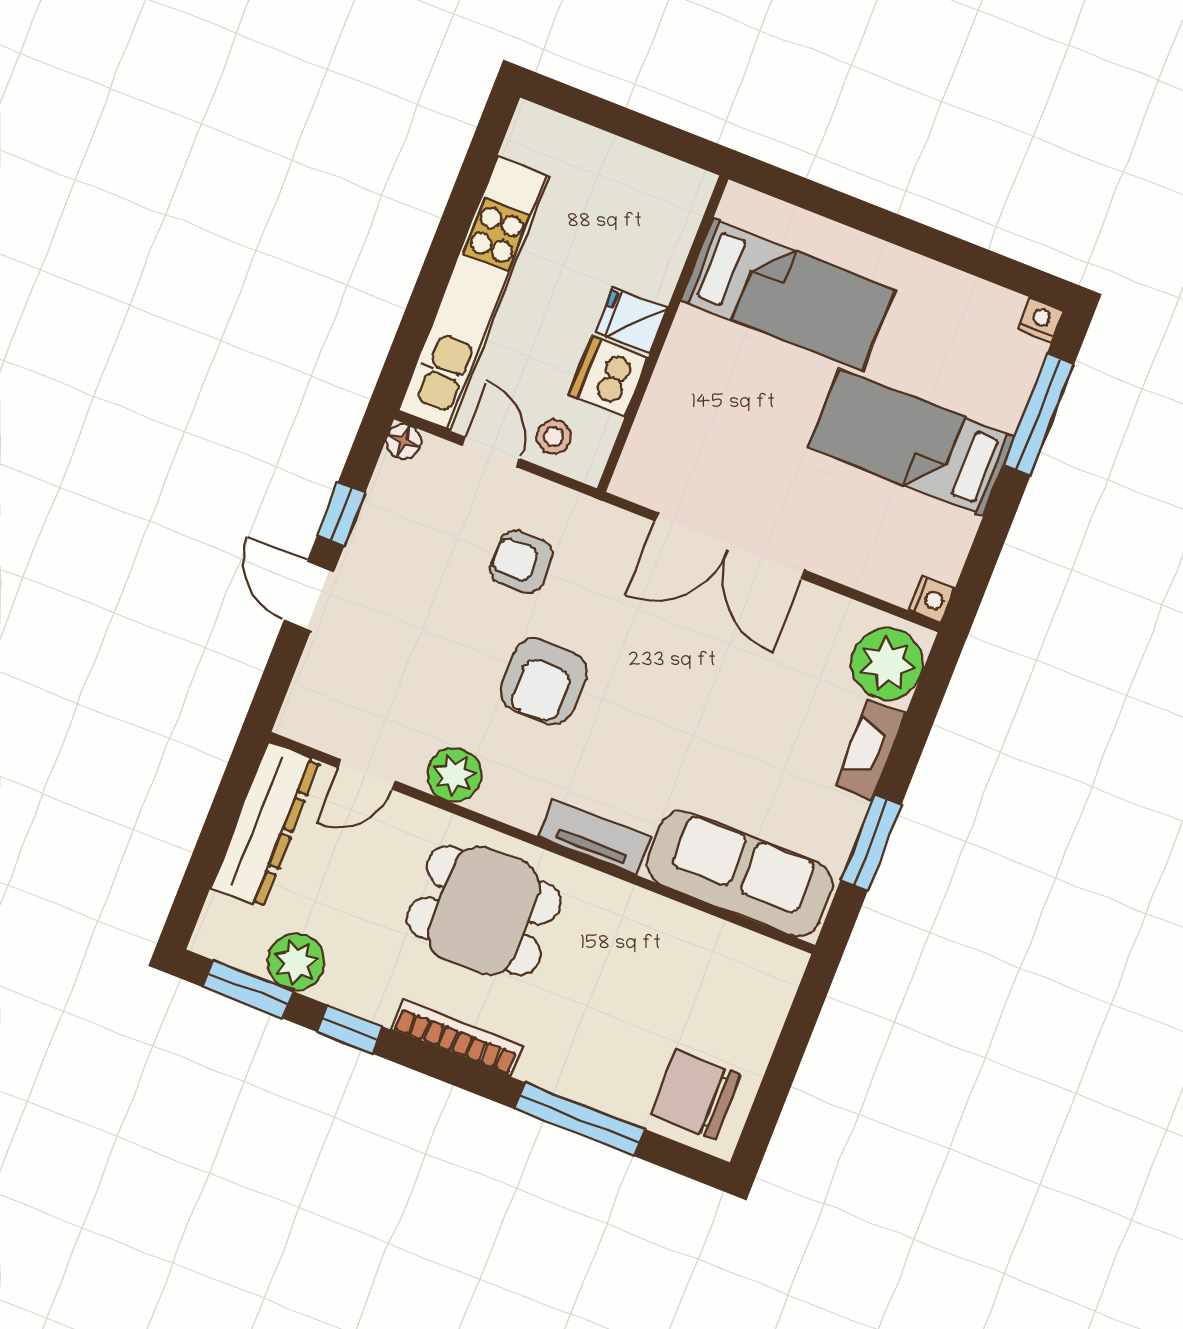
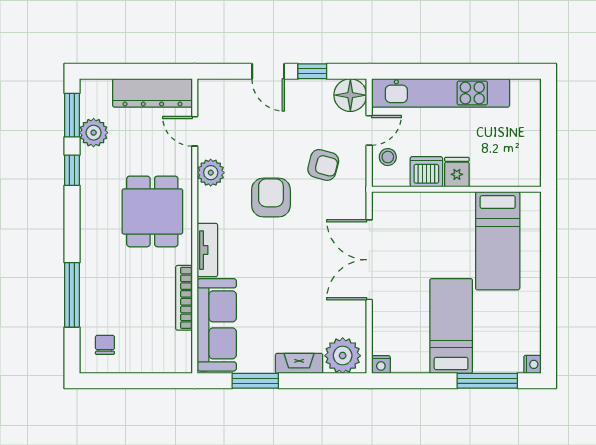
floor lamp: (404, 441) -> (350, 95), width x1.89, depth x1.89
armchair: (522, 562) -> (323, 165), turned 105
door: (309, 596) -> (268, 71), swing flipped
armchair: (544, 682) -> (271, 197), turned 90
bookcase: (457, 1038) -> (184, 298), moved, turned 180
chair: (696, 1094) -> (105, 345), width x0.54, depth x0.54

